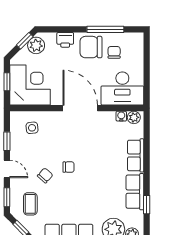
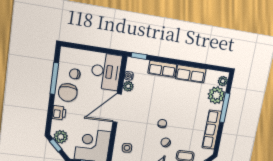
plant: (134, 117) -> (128, 86), moved
window: (147, 205) -> (139, 56), moved

